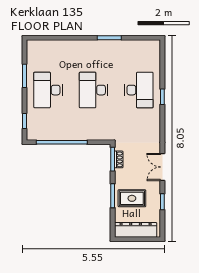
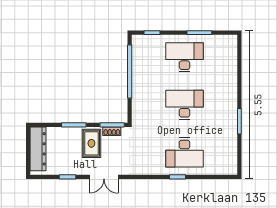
double door: (162, 167) -> (104, 177), swing flipped
rug: (132, 198) -> (91, 143), moved

